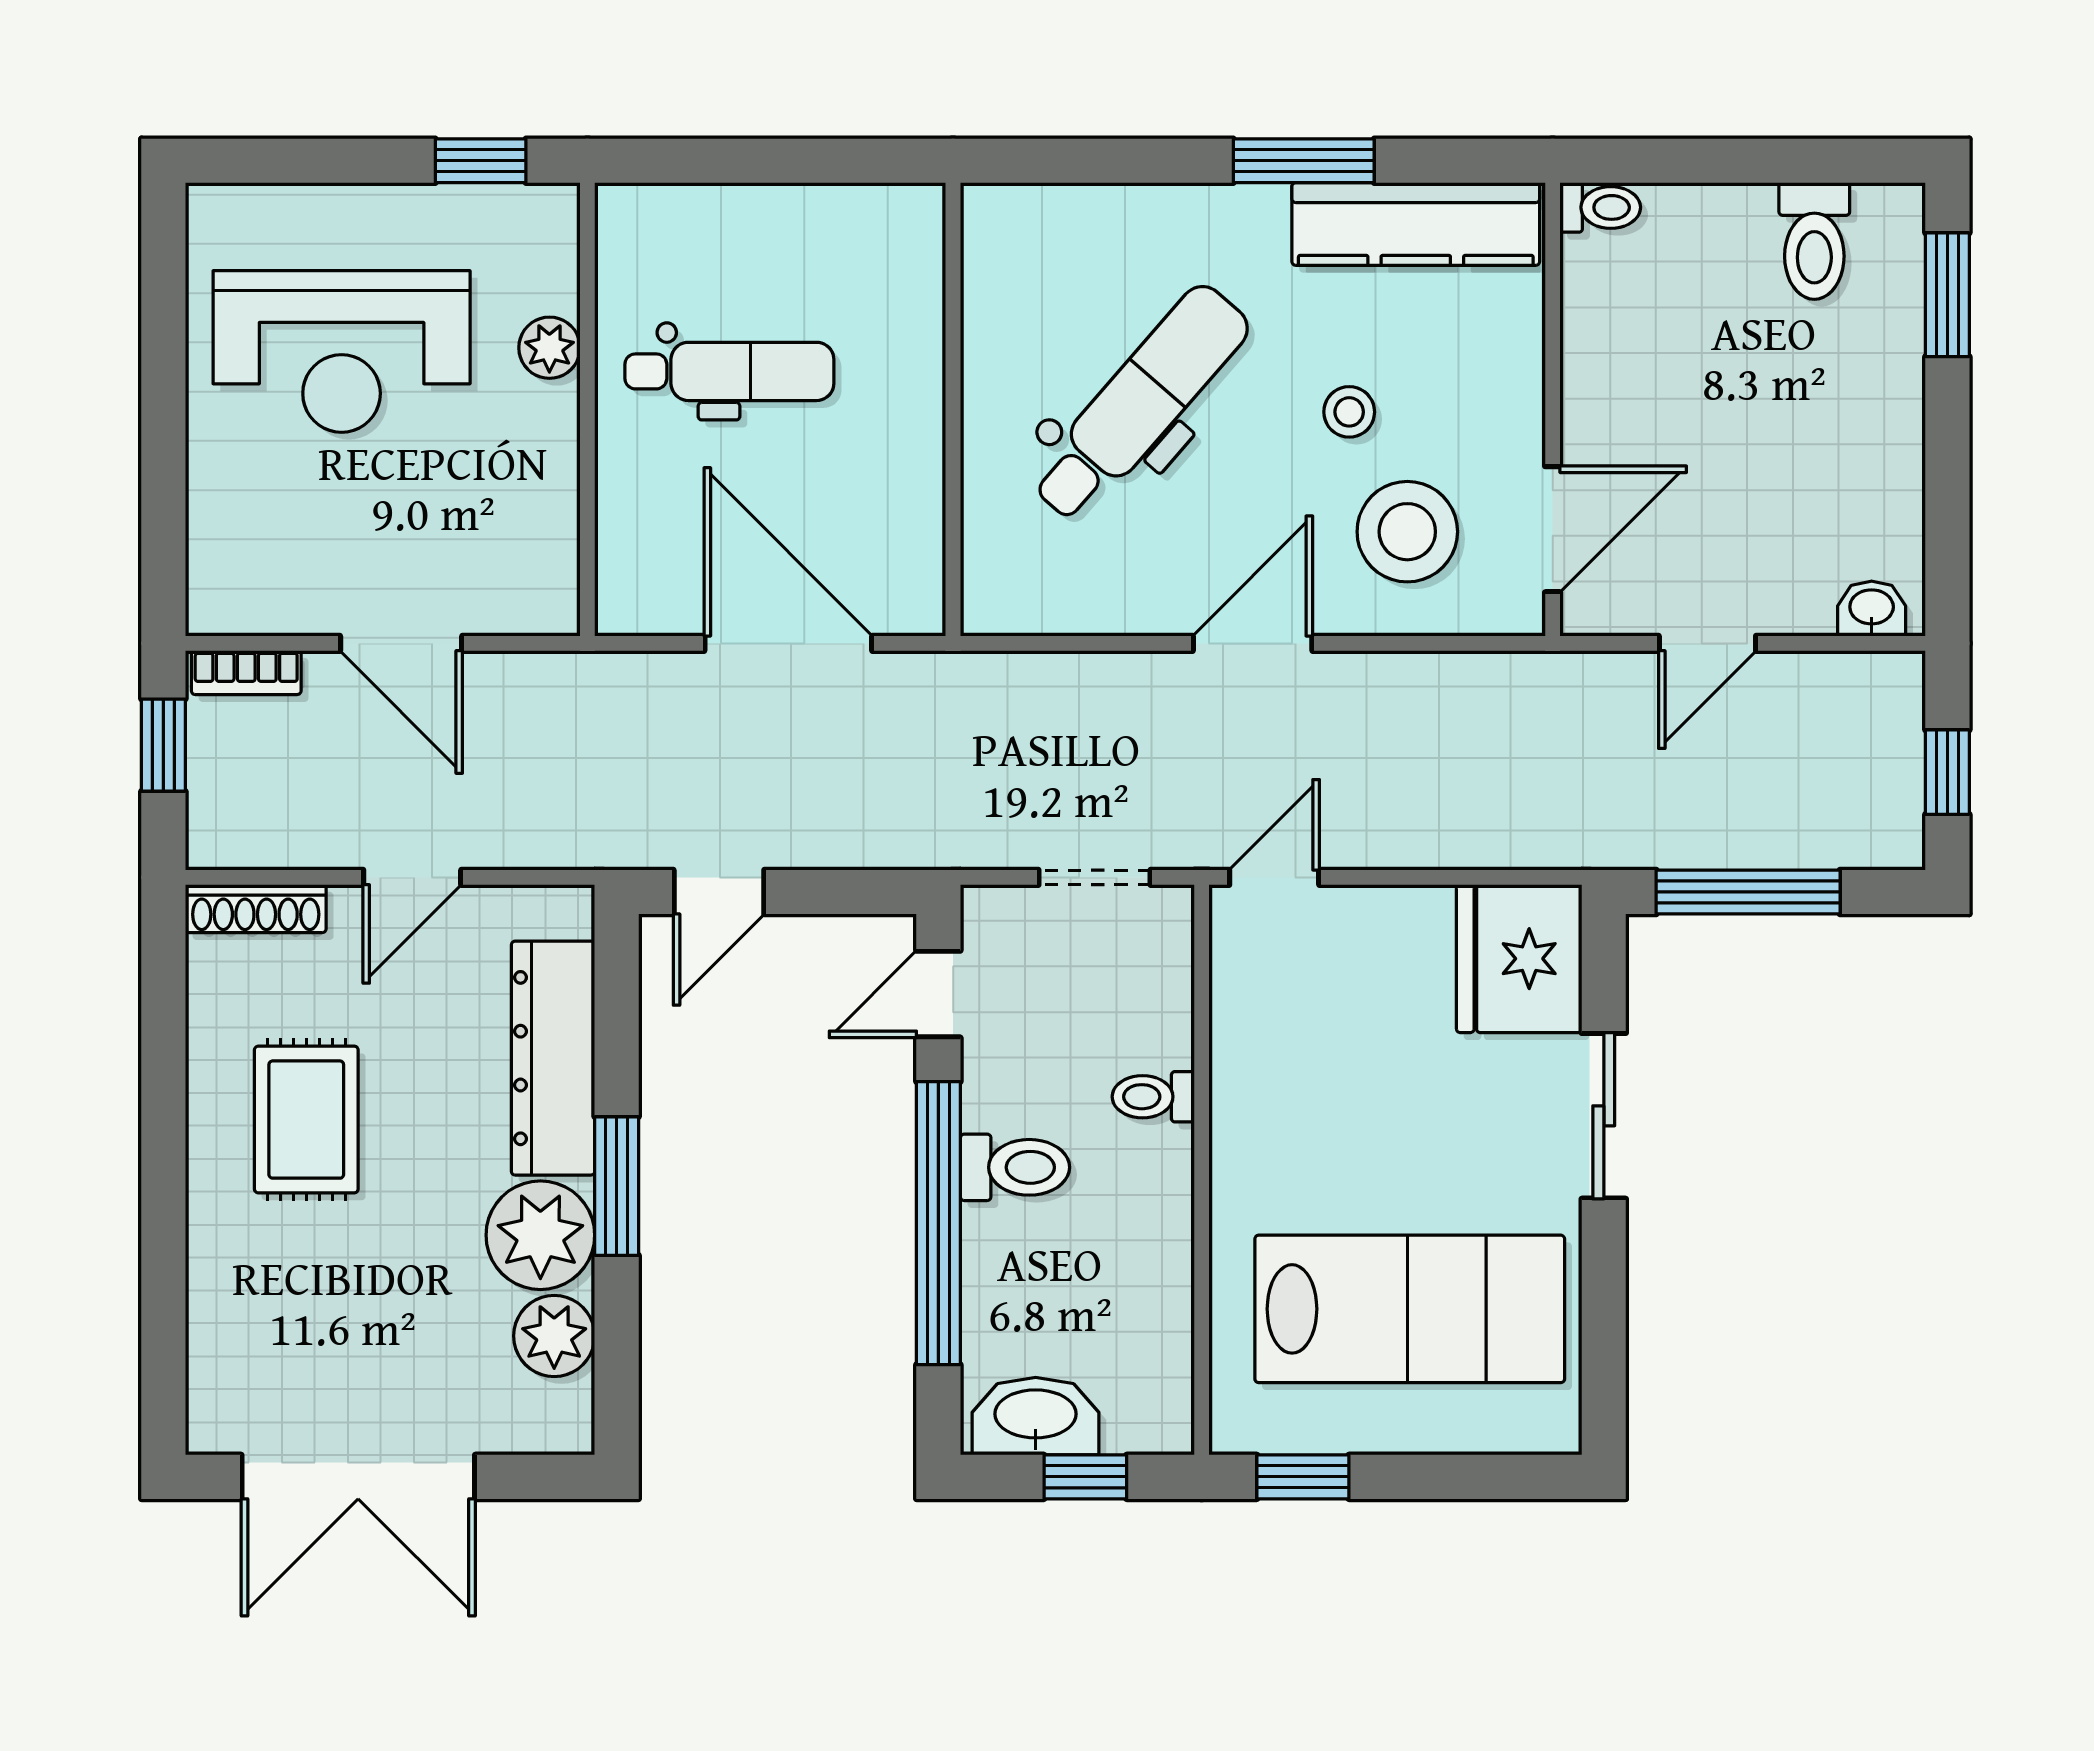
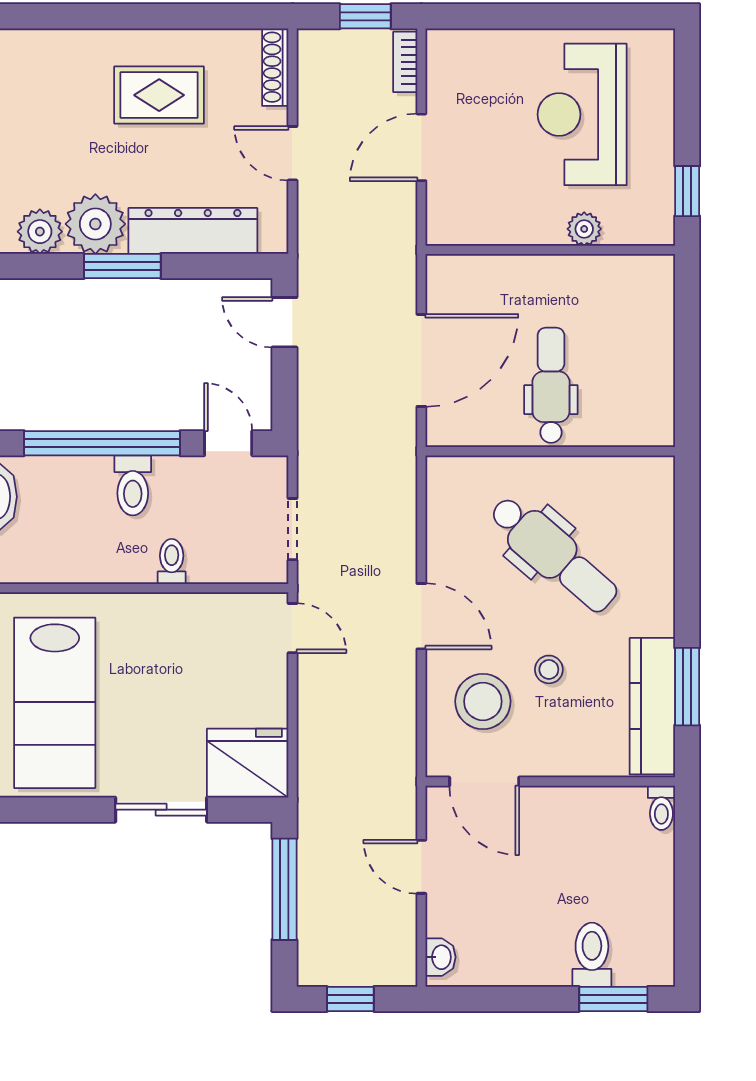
window: (1304, 161) -> (687, 687), moved
toilet: (1814, 241) -> (592, 955), moved, turned 90
dental chair: (729, 371) -> (551, 385), moved, turned 180

